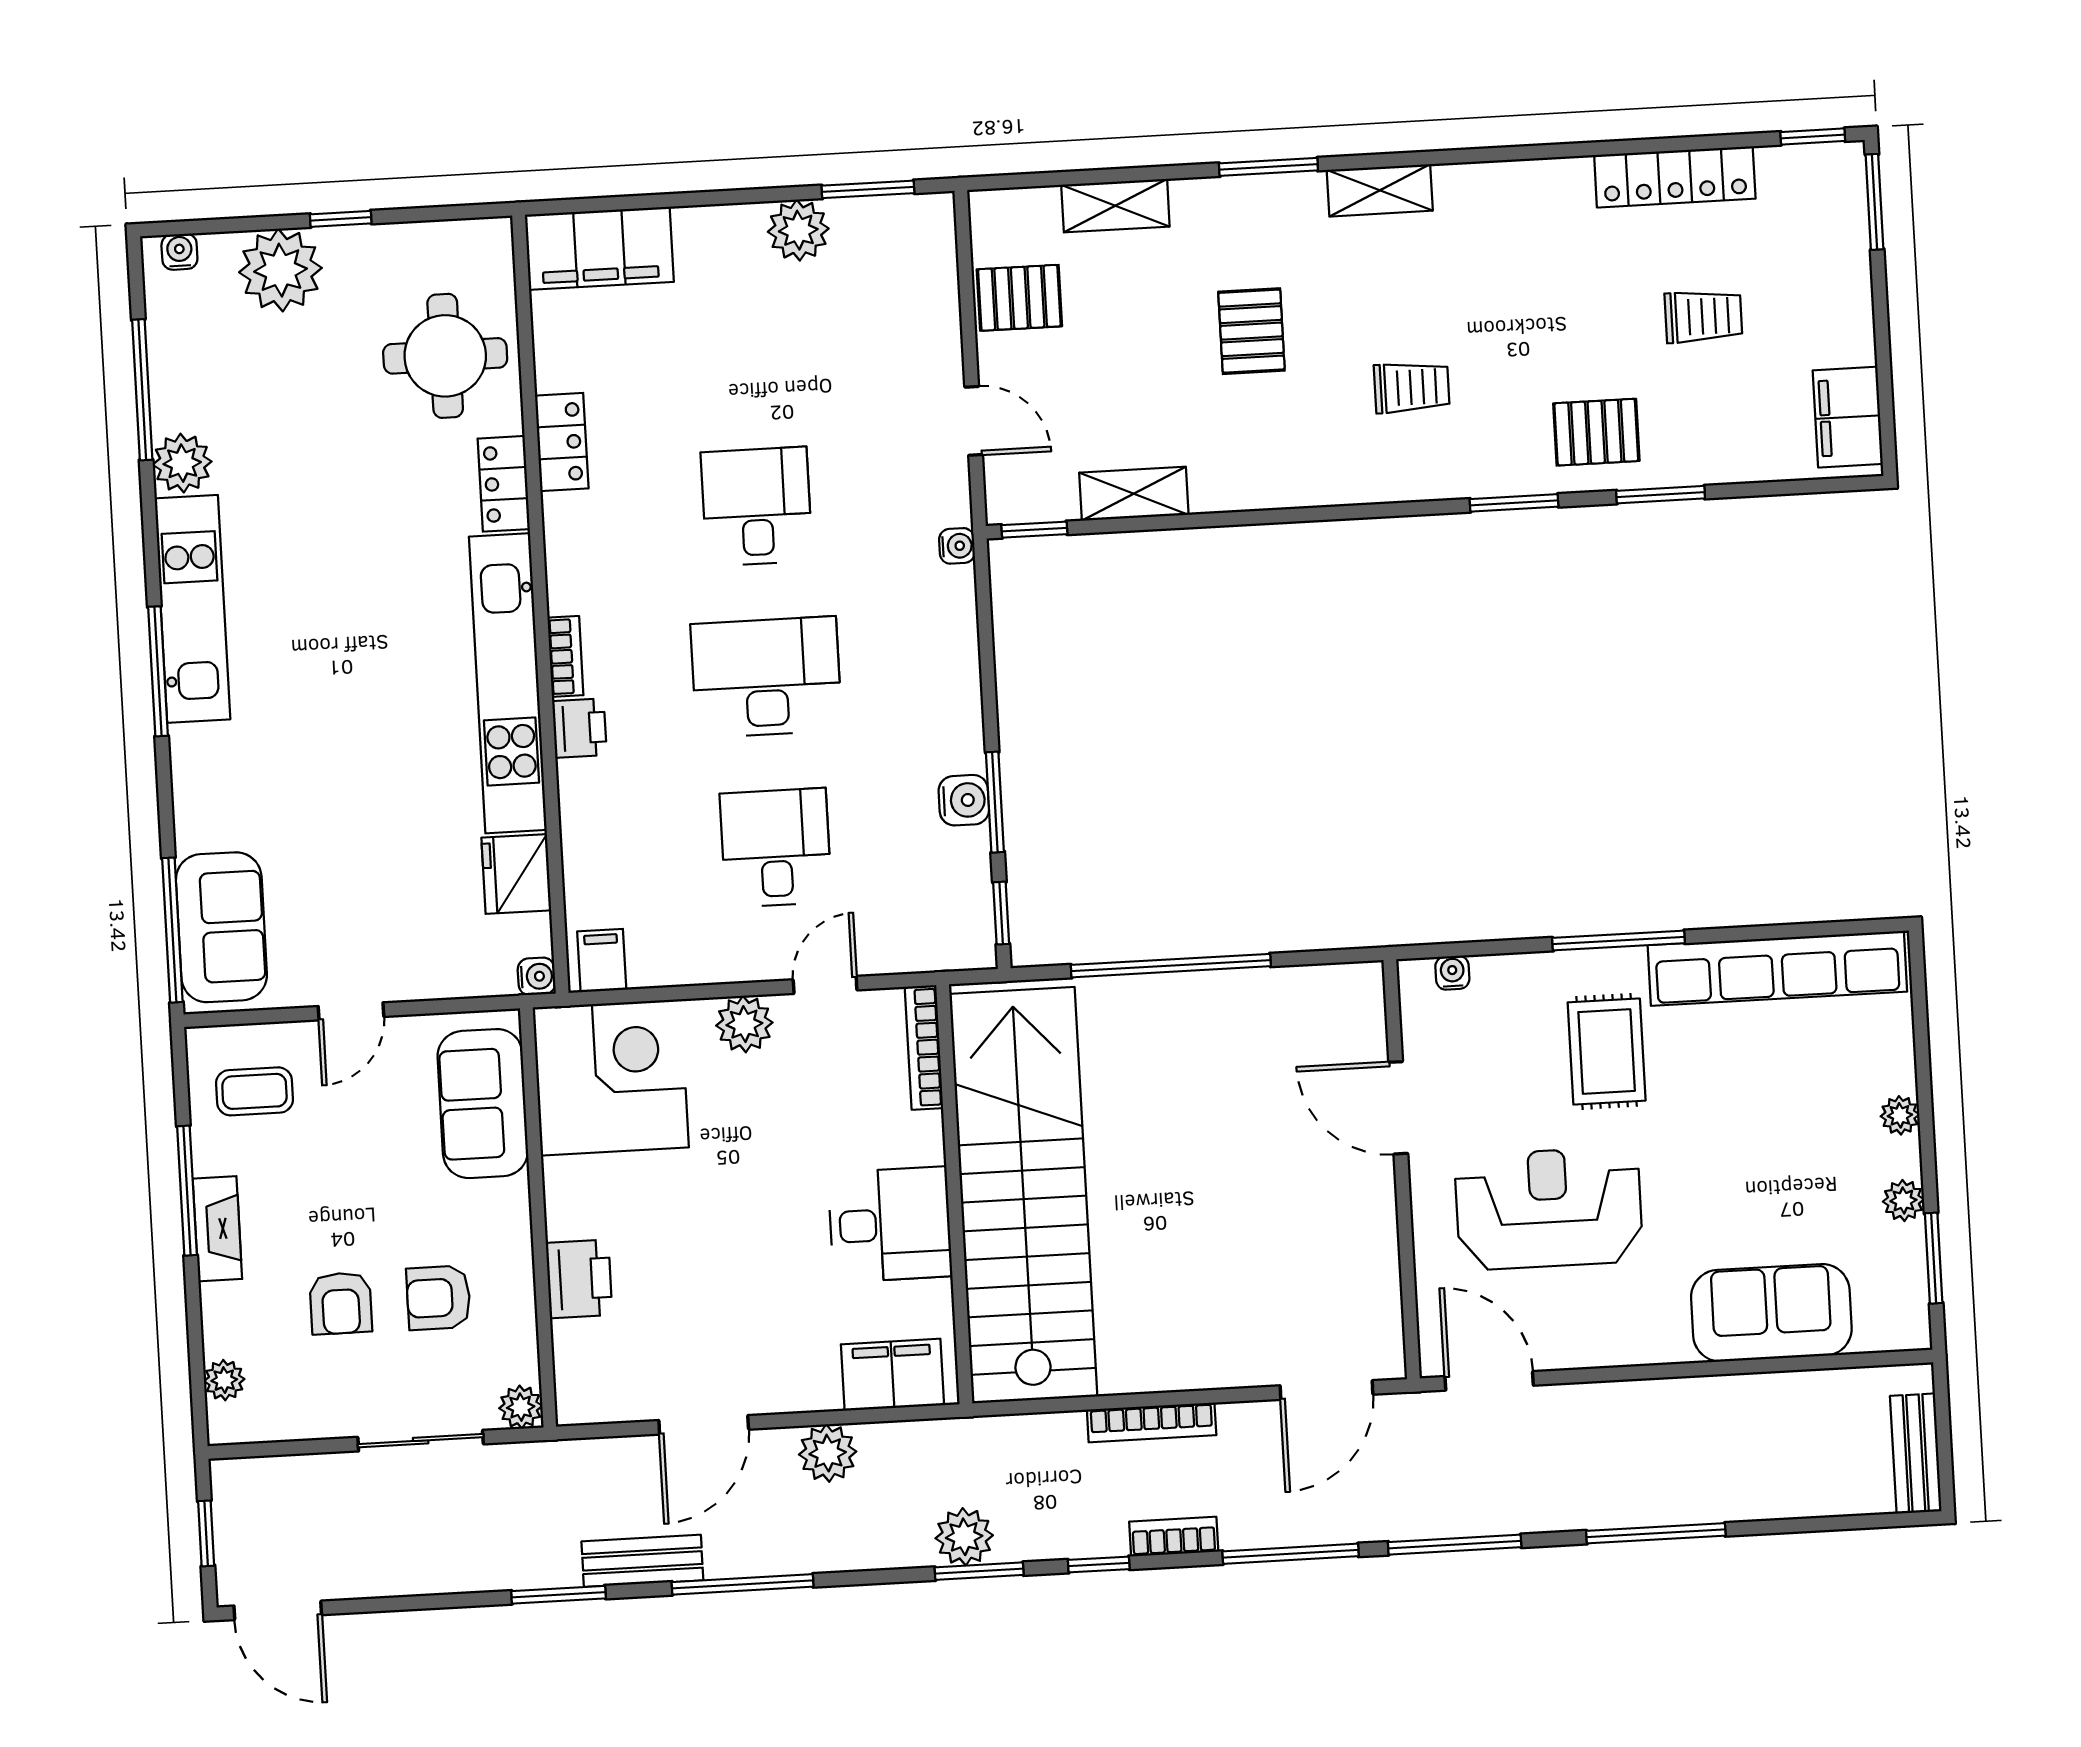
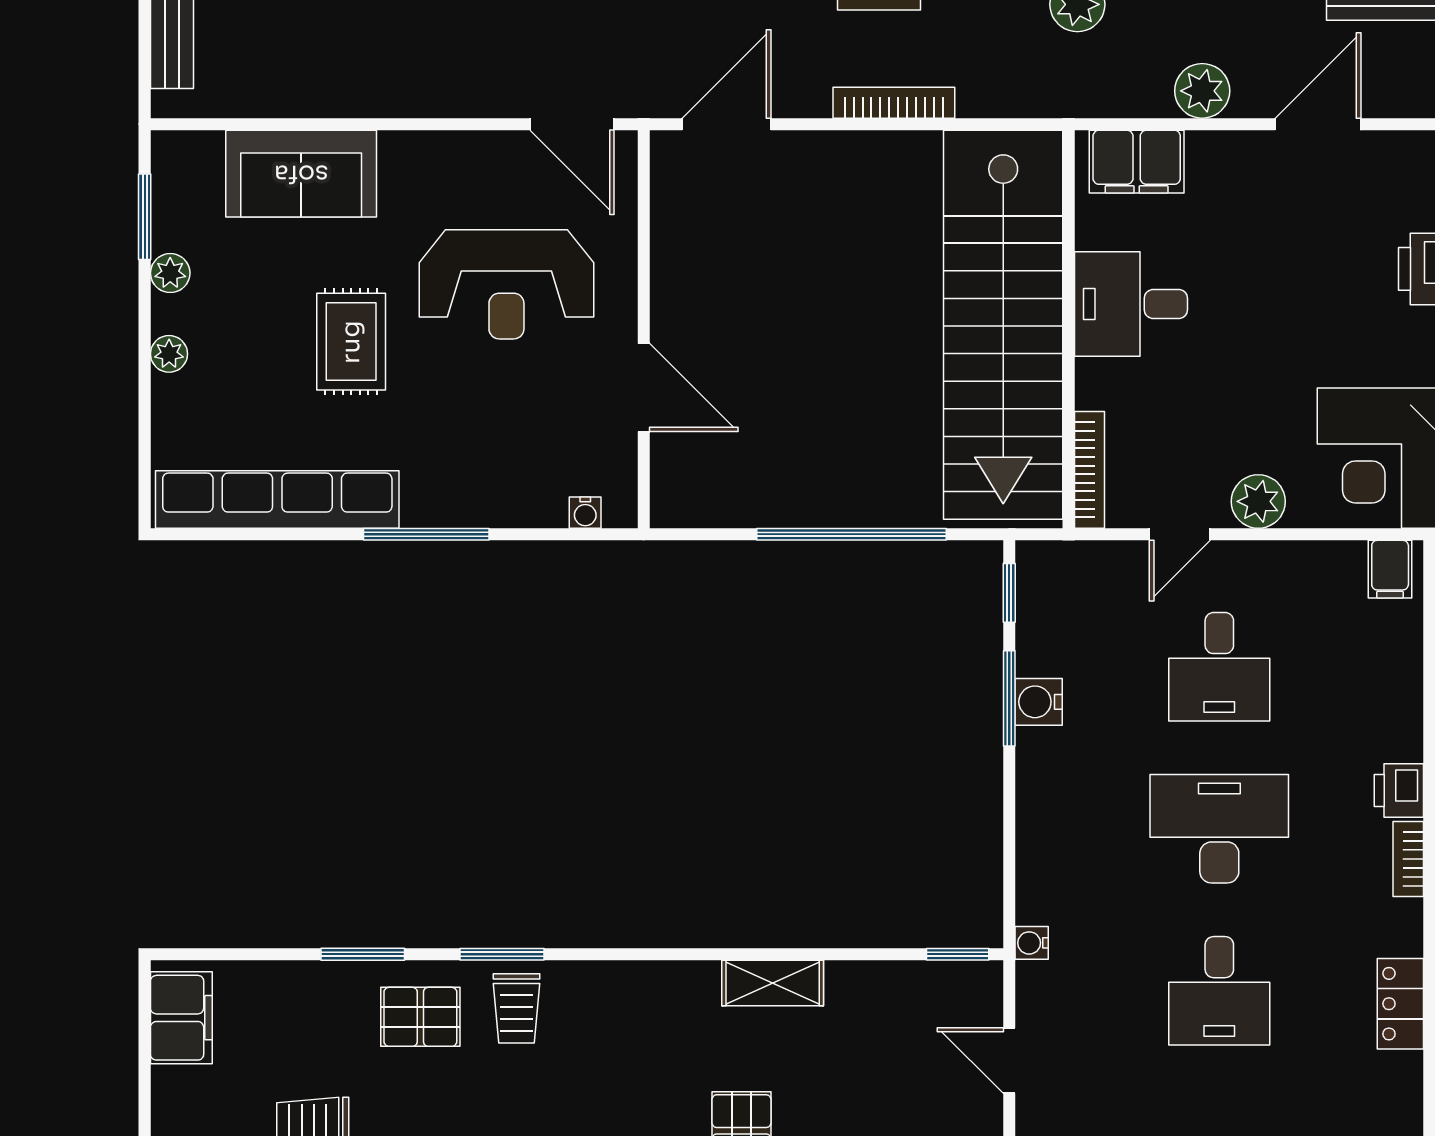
trolley: (1412, 387) -> (517, 1008), moved, turned -90
locker: (562, 442) -> (1400, 1004), moved
shelving: (1134, 494) -> (773, 983), moved
desk: (766, 677) -> (1219, 829), turned 180
rug: (1607, 1051) -> (351, 342), moved

